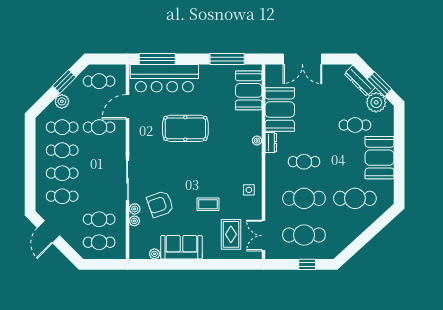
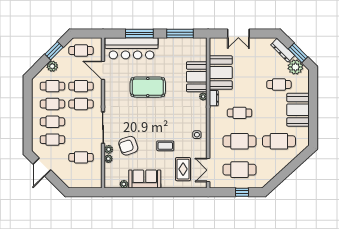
window: (157, 59) -> (139, 33), moved
double door: (302, 59) -> (238, 33), width x0.73
booth: (249, 90) -> (197, 77), moved
door: (128, 107) -> (103, 70), hinge flipped
cafe table: (99, 242) -> (81, 104), moved

